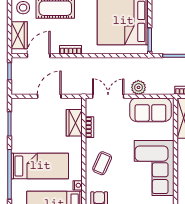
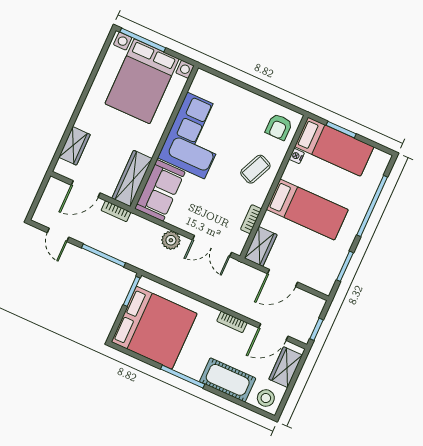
sofa: (150, 110) -> (160, 190), moved, turned 90
wardrobe: (74, 123) -> (261, 246), moved
bed: (40, 166) -> (307, 210), moved, turned 180

